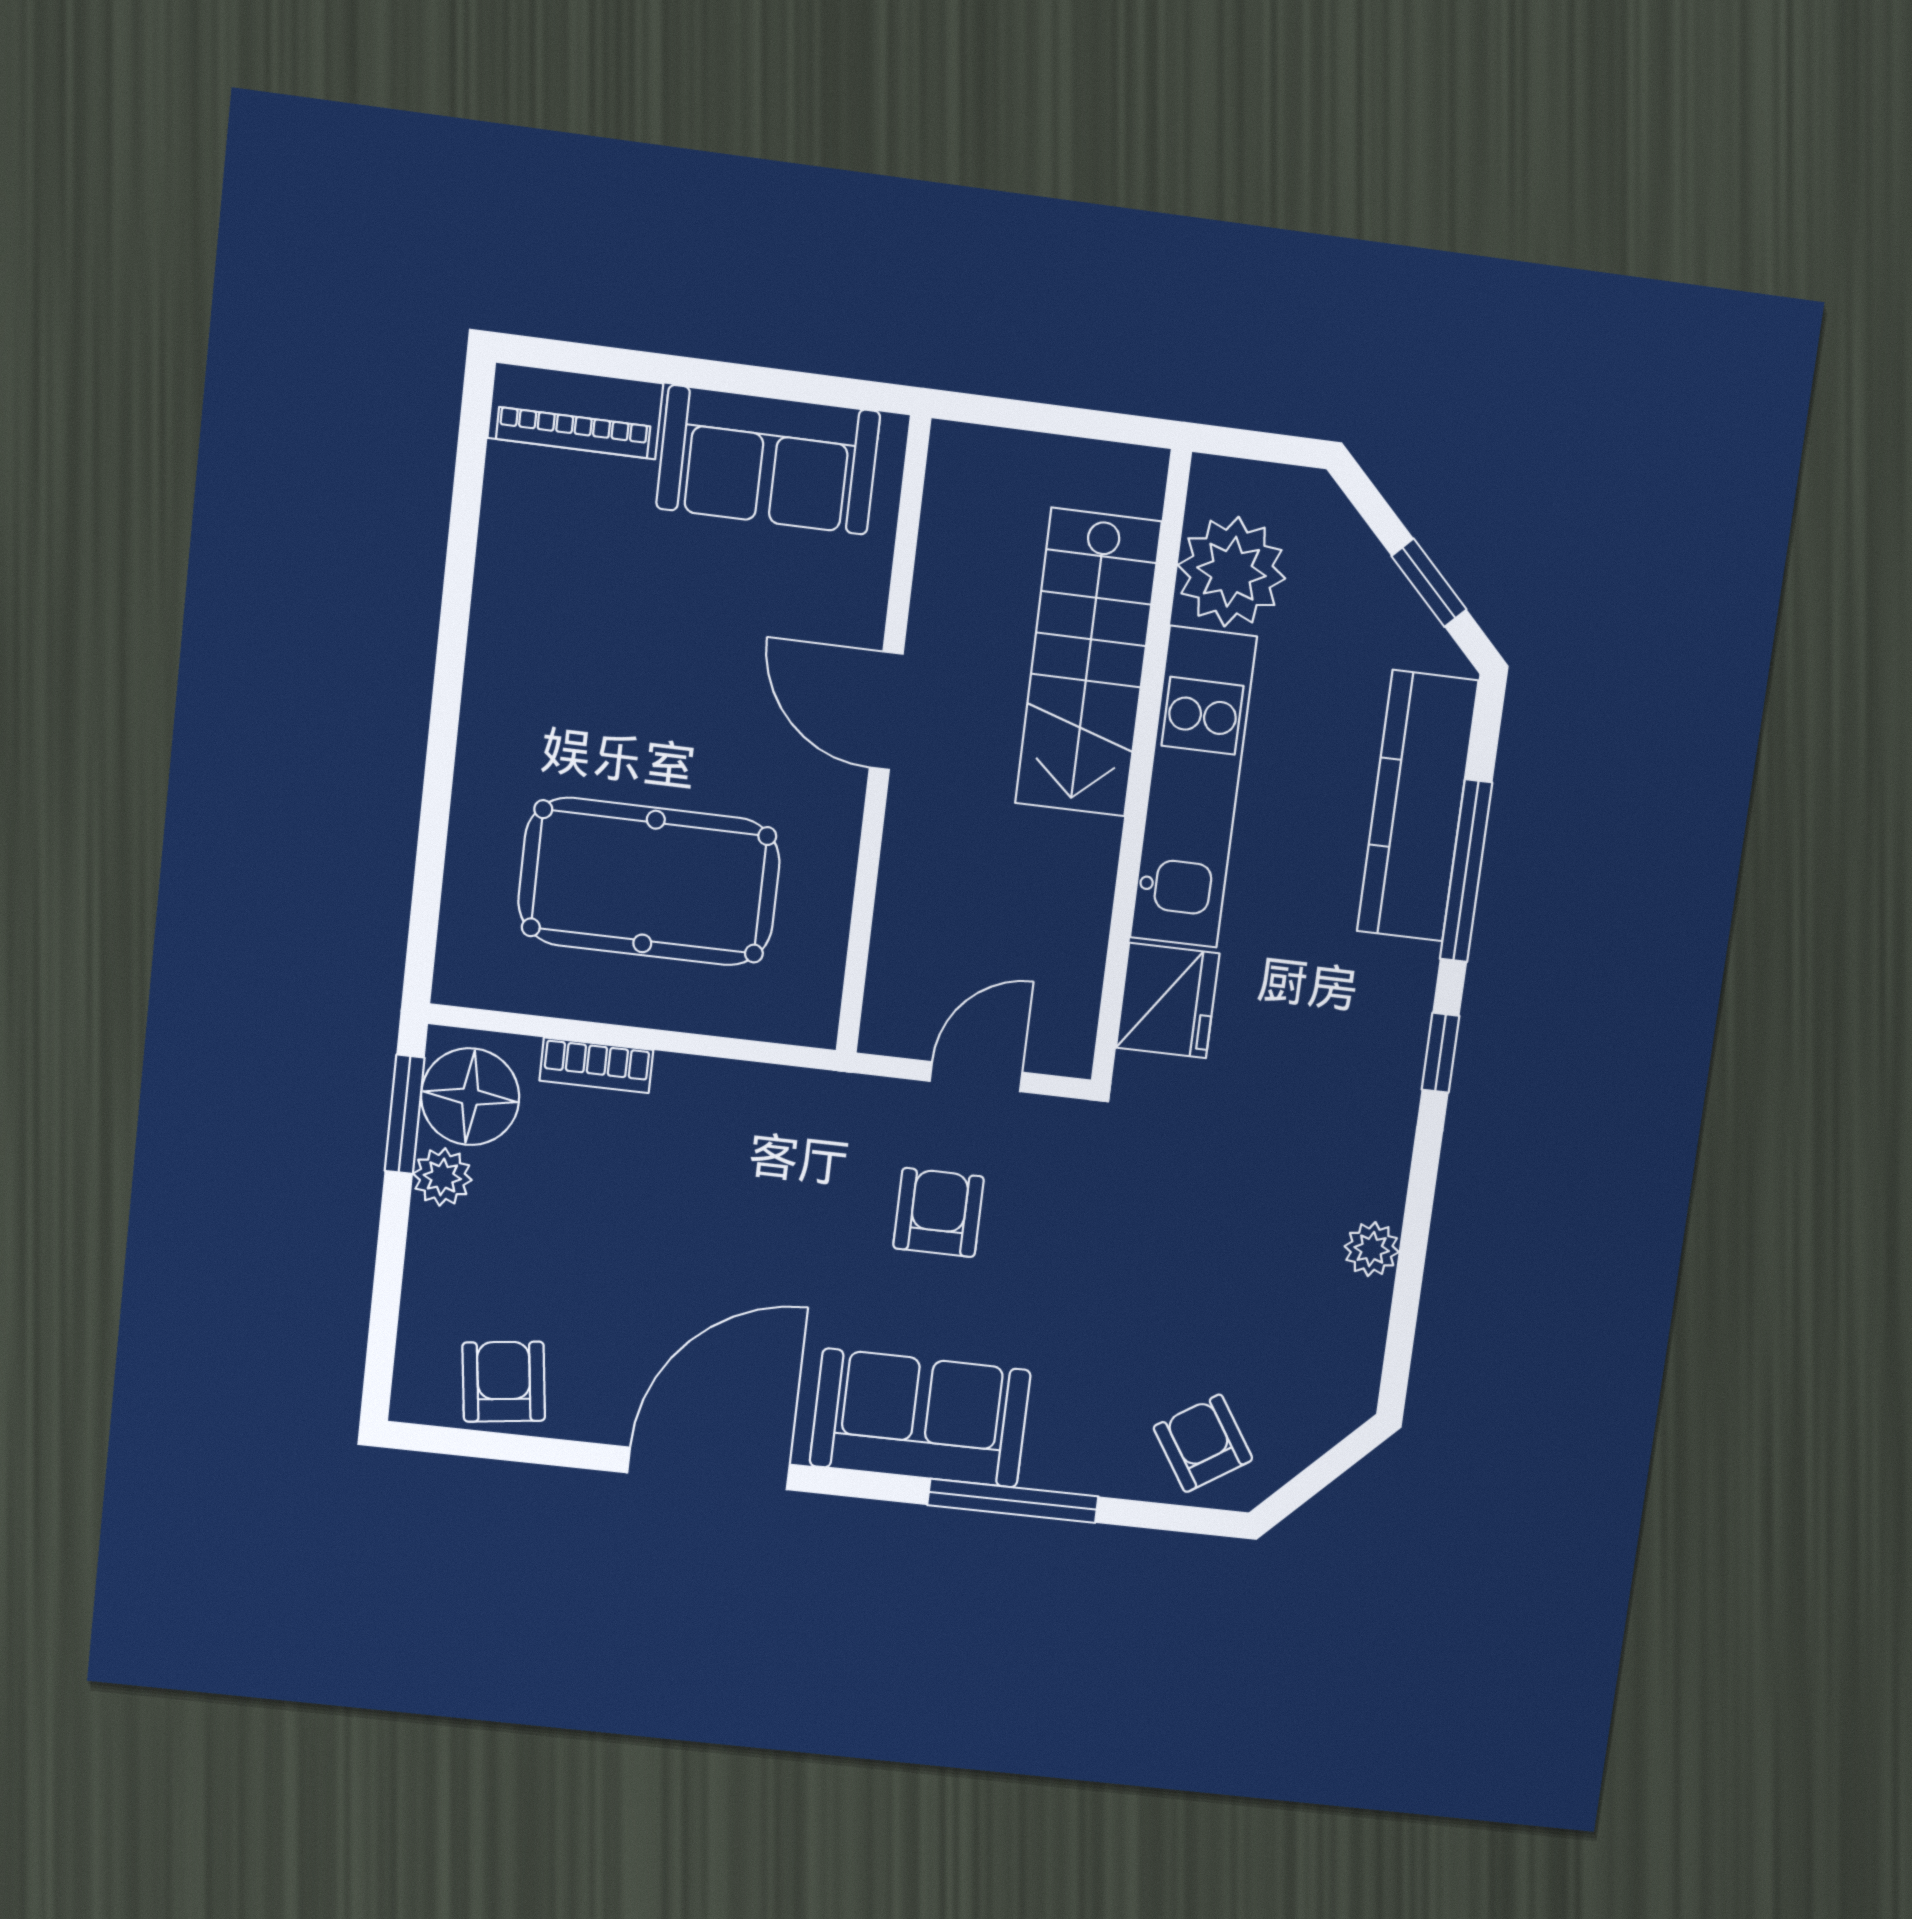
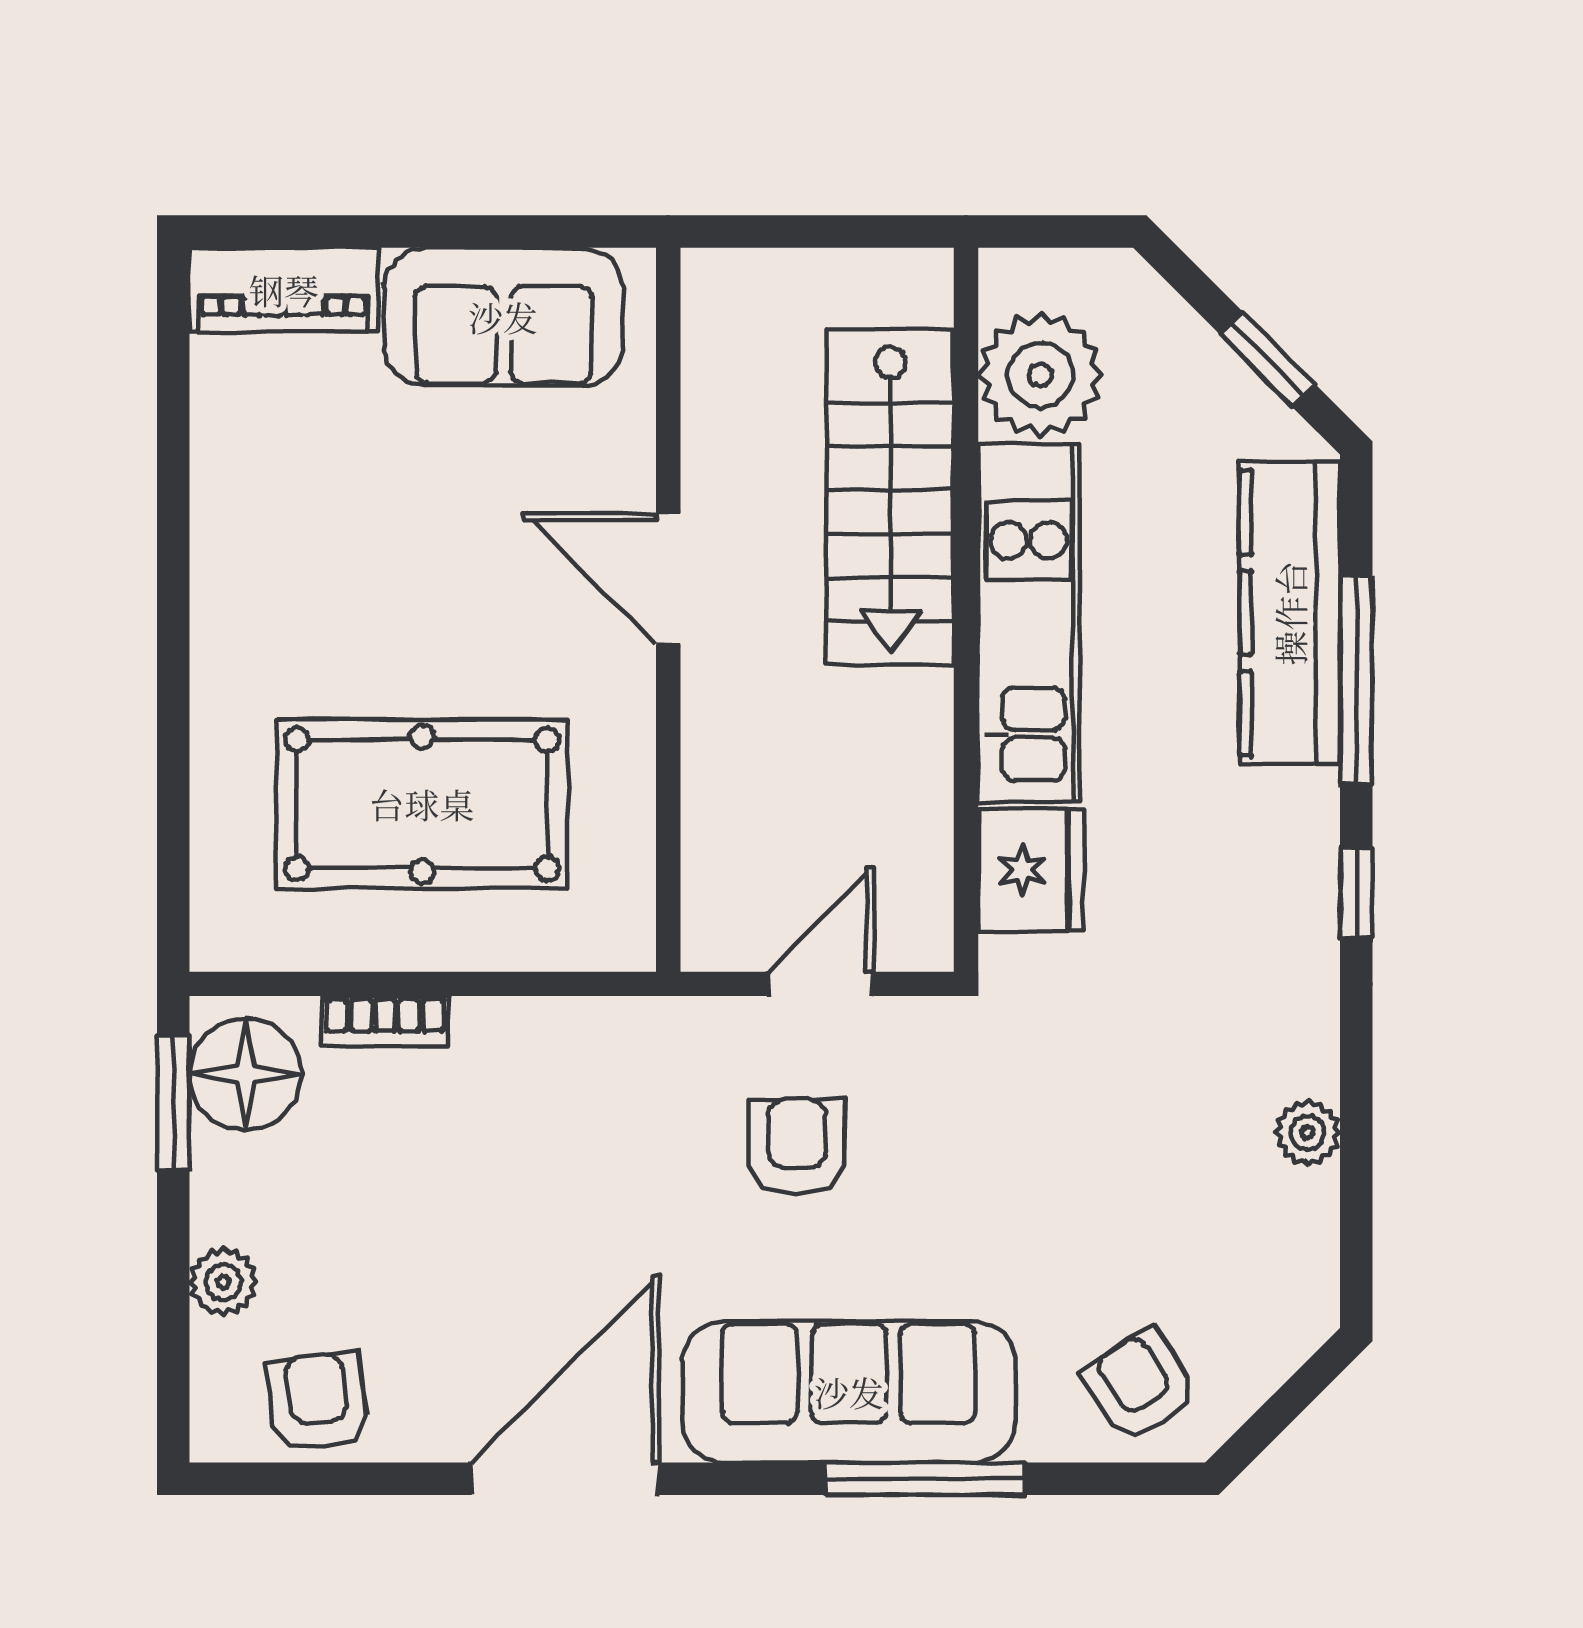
plant: (442, 1177) -> (223, 1282), moved
sofa: (920, 1418) -> (849, 1392), width x1.36

